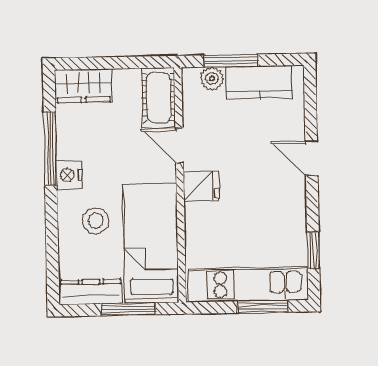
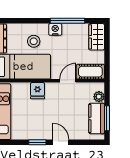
window: (231, 61) -> (107, 118), moved
door: (311, 158) -> (61, 142), hinge flipped
fridge: (201, 186) -> (38, 91), moved
window: (313, 251) -> (37, 142), moved

